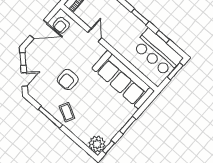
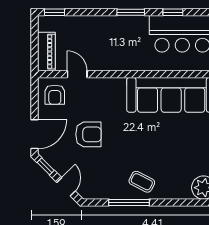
door: (39, 29) -> (35, 134), moved
door: (95, 35) -> (77, 74), moved
armchair: (68, 80) -> (88, 134), moved, turned -90

